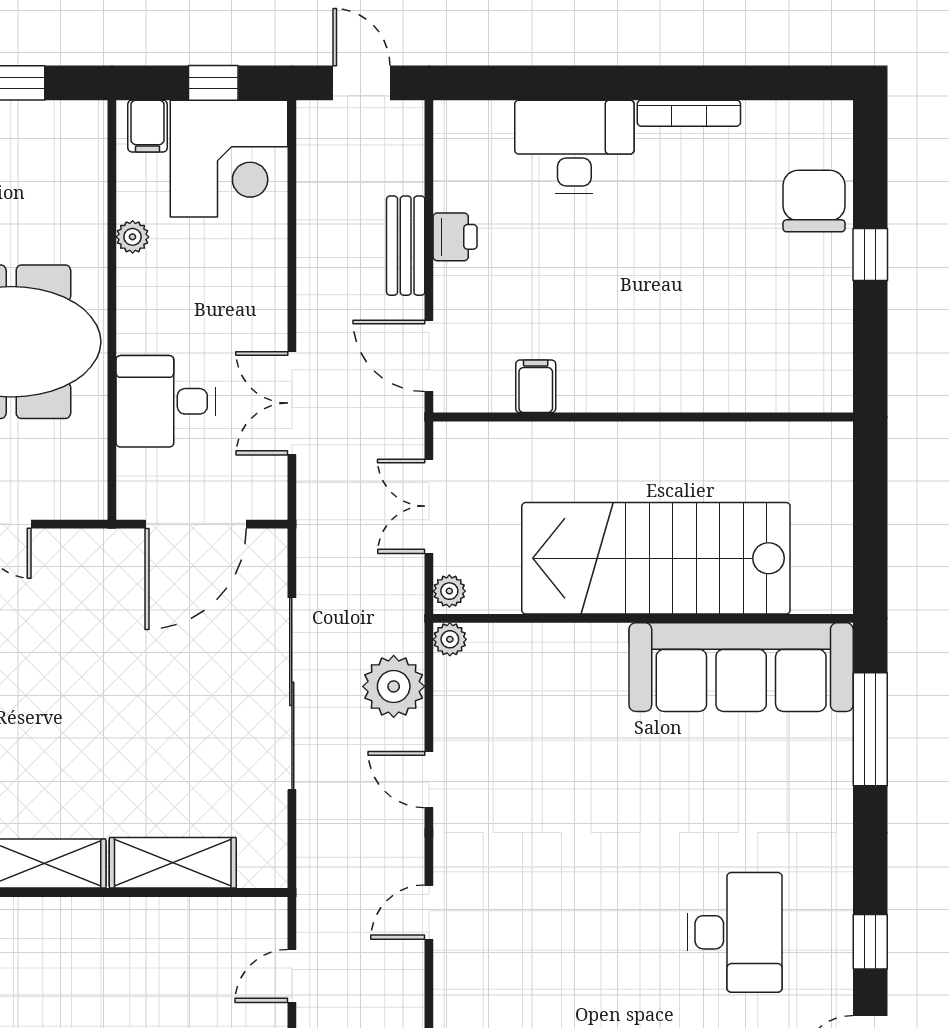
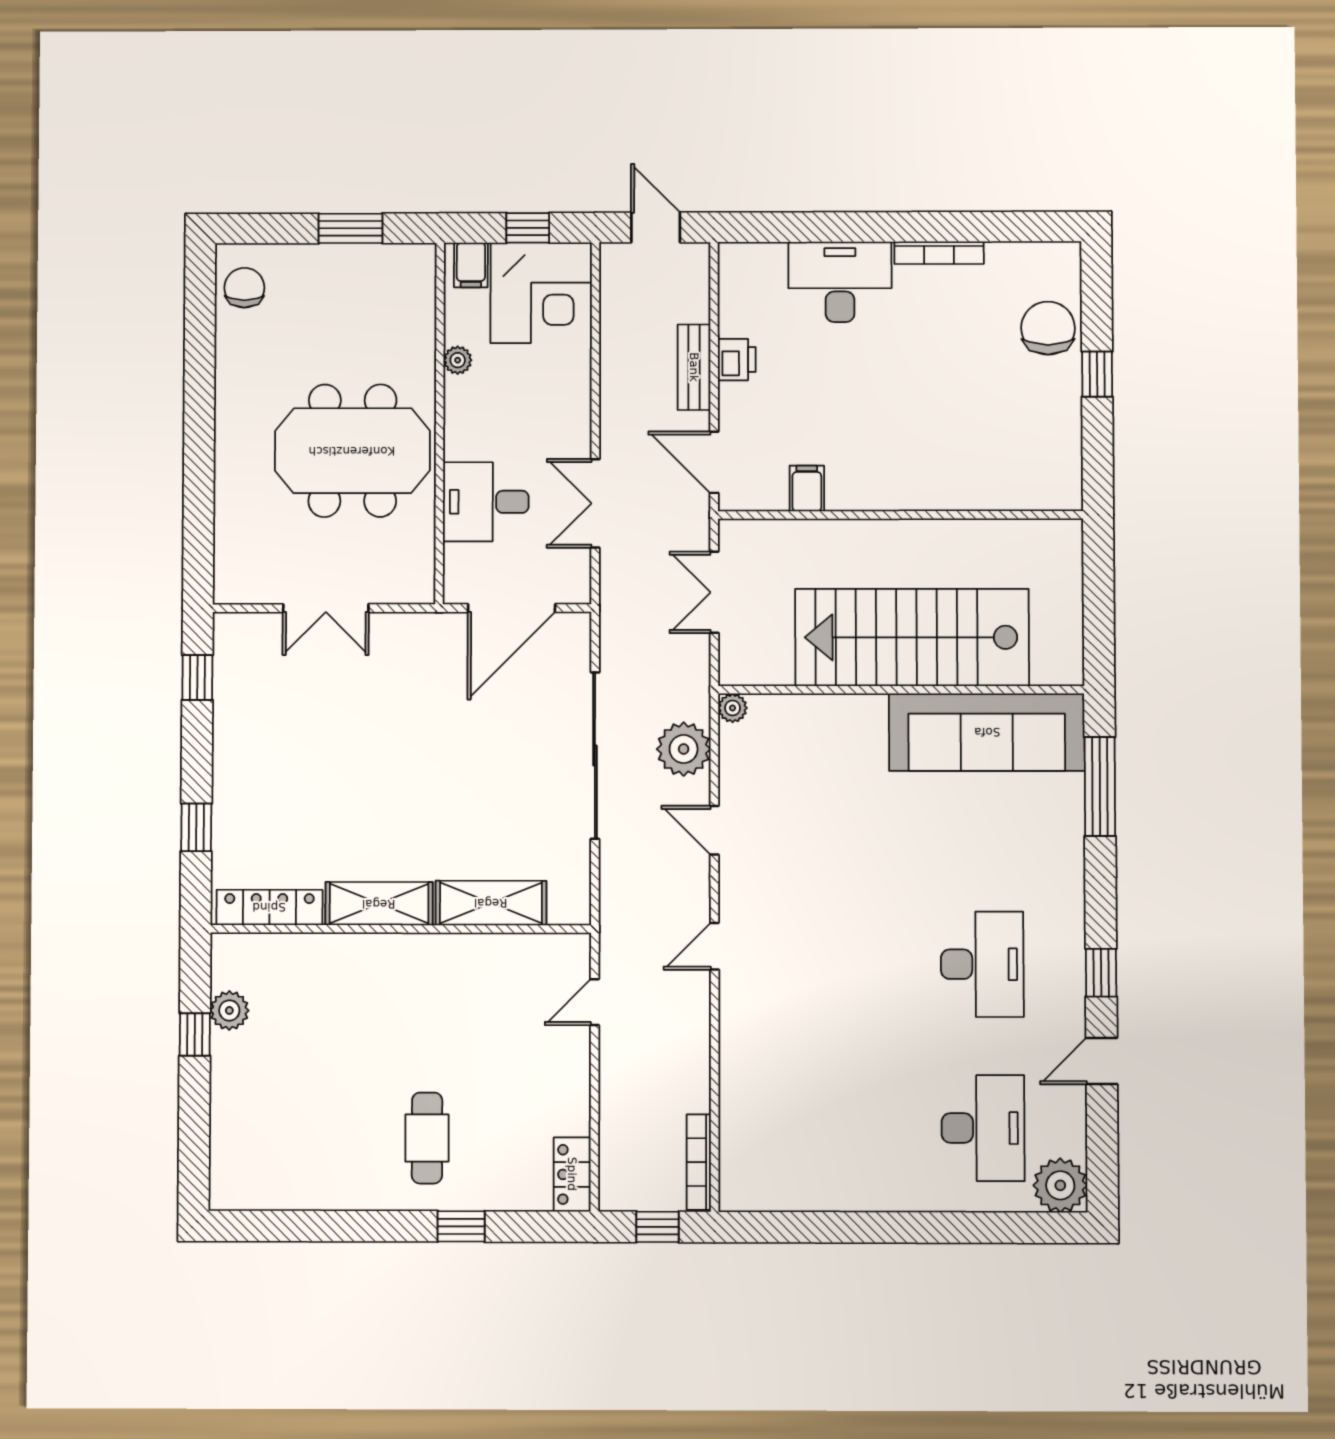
plant: (449, 591) -> (732, 666), removed

